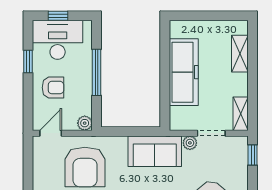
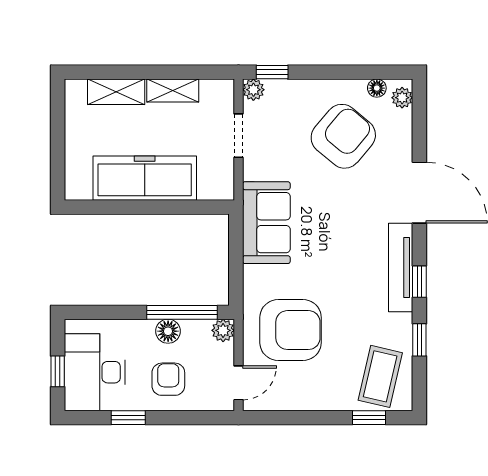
window: (96, 72) -> (182, 312), moved
floor lamp: (84, 87) -> (168, 331), added
shelving: (241, 114) -> (173, 90), moved
door: (51, 133) -> (239, 383), swing flipped
plant: (190, 143) -> (253, 90), moved

